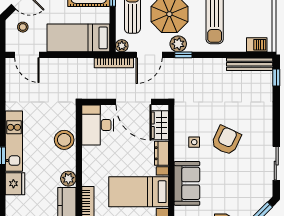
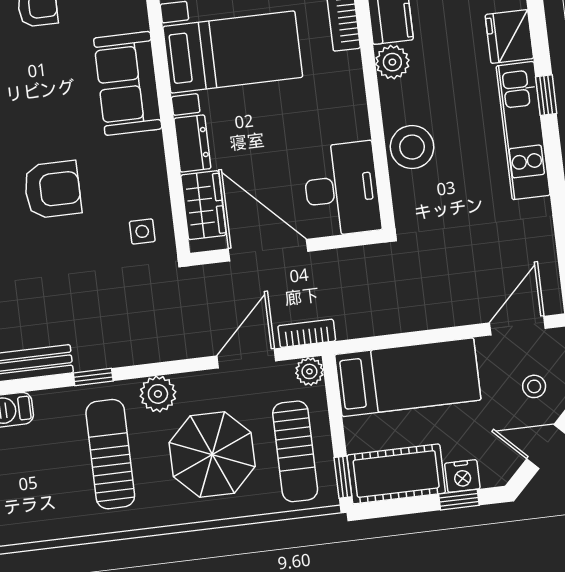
plant: (178, 44) -> (158, 394), moved
door: (27, 55) -> (517, 326), hinge flipped
window: (183, 55) -> (93, 377), moved
bookcase: (114, 63) -> (307, 333), width x0.64
armchair: (226, 140) -> (52, 190), turned -115
side table: (194, 142) -> (142, 231), moved

